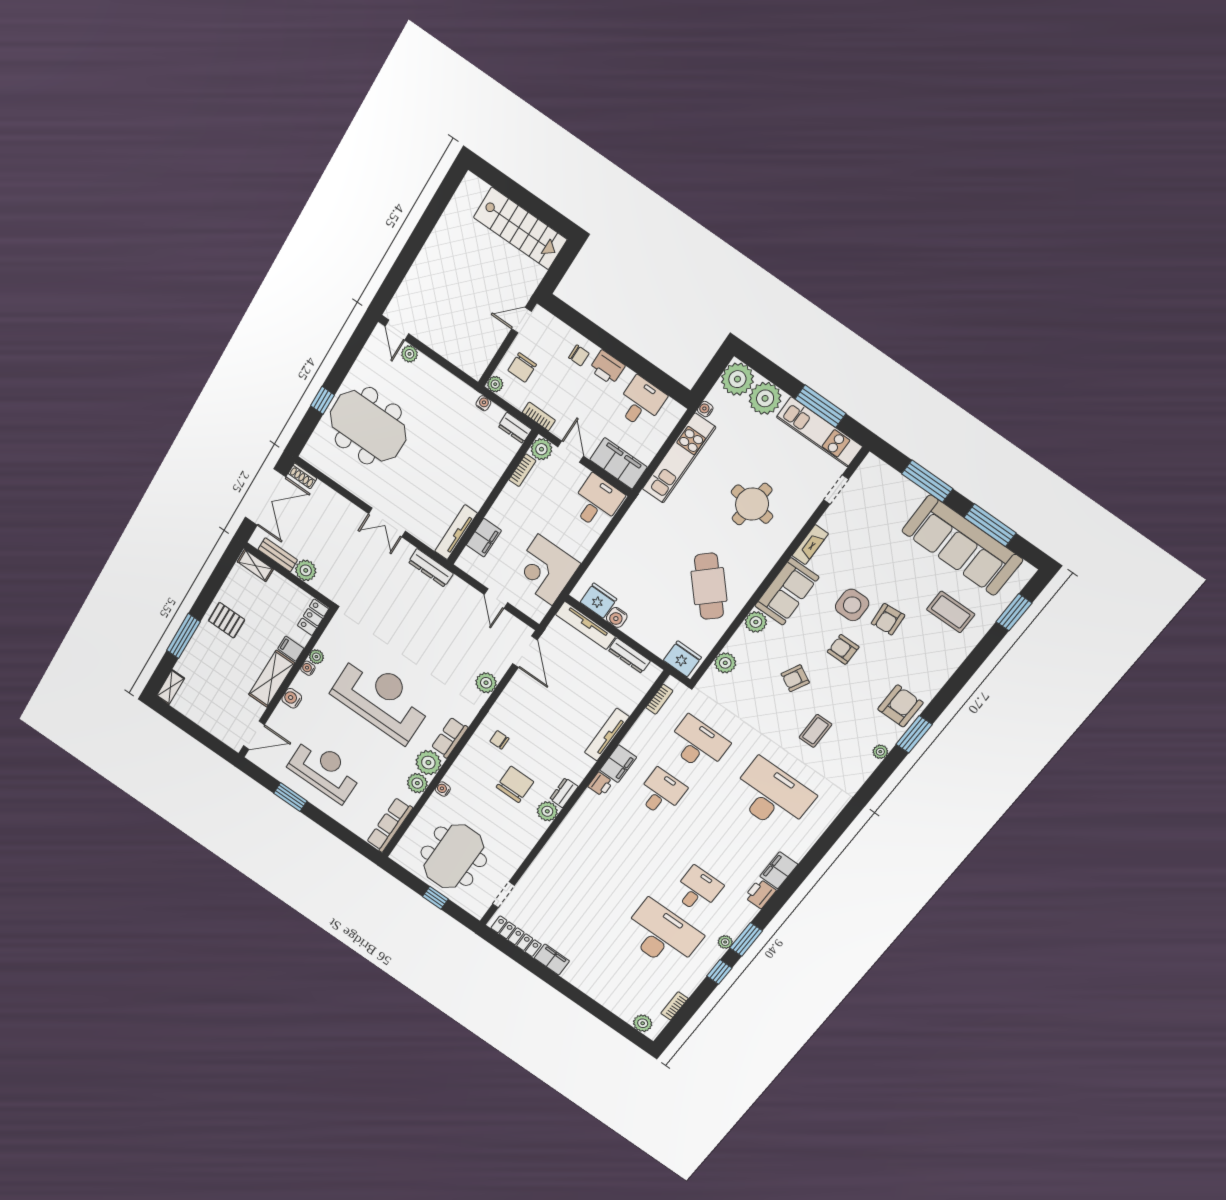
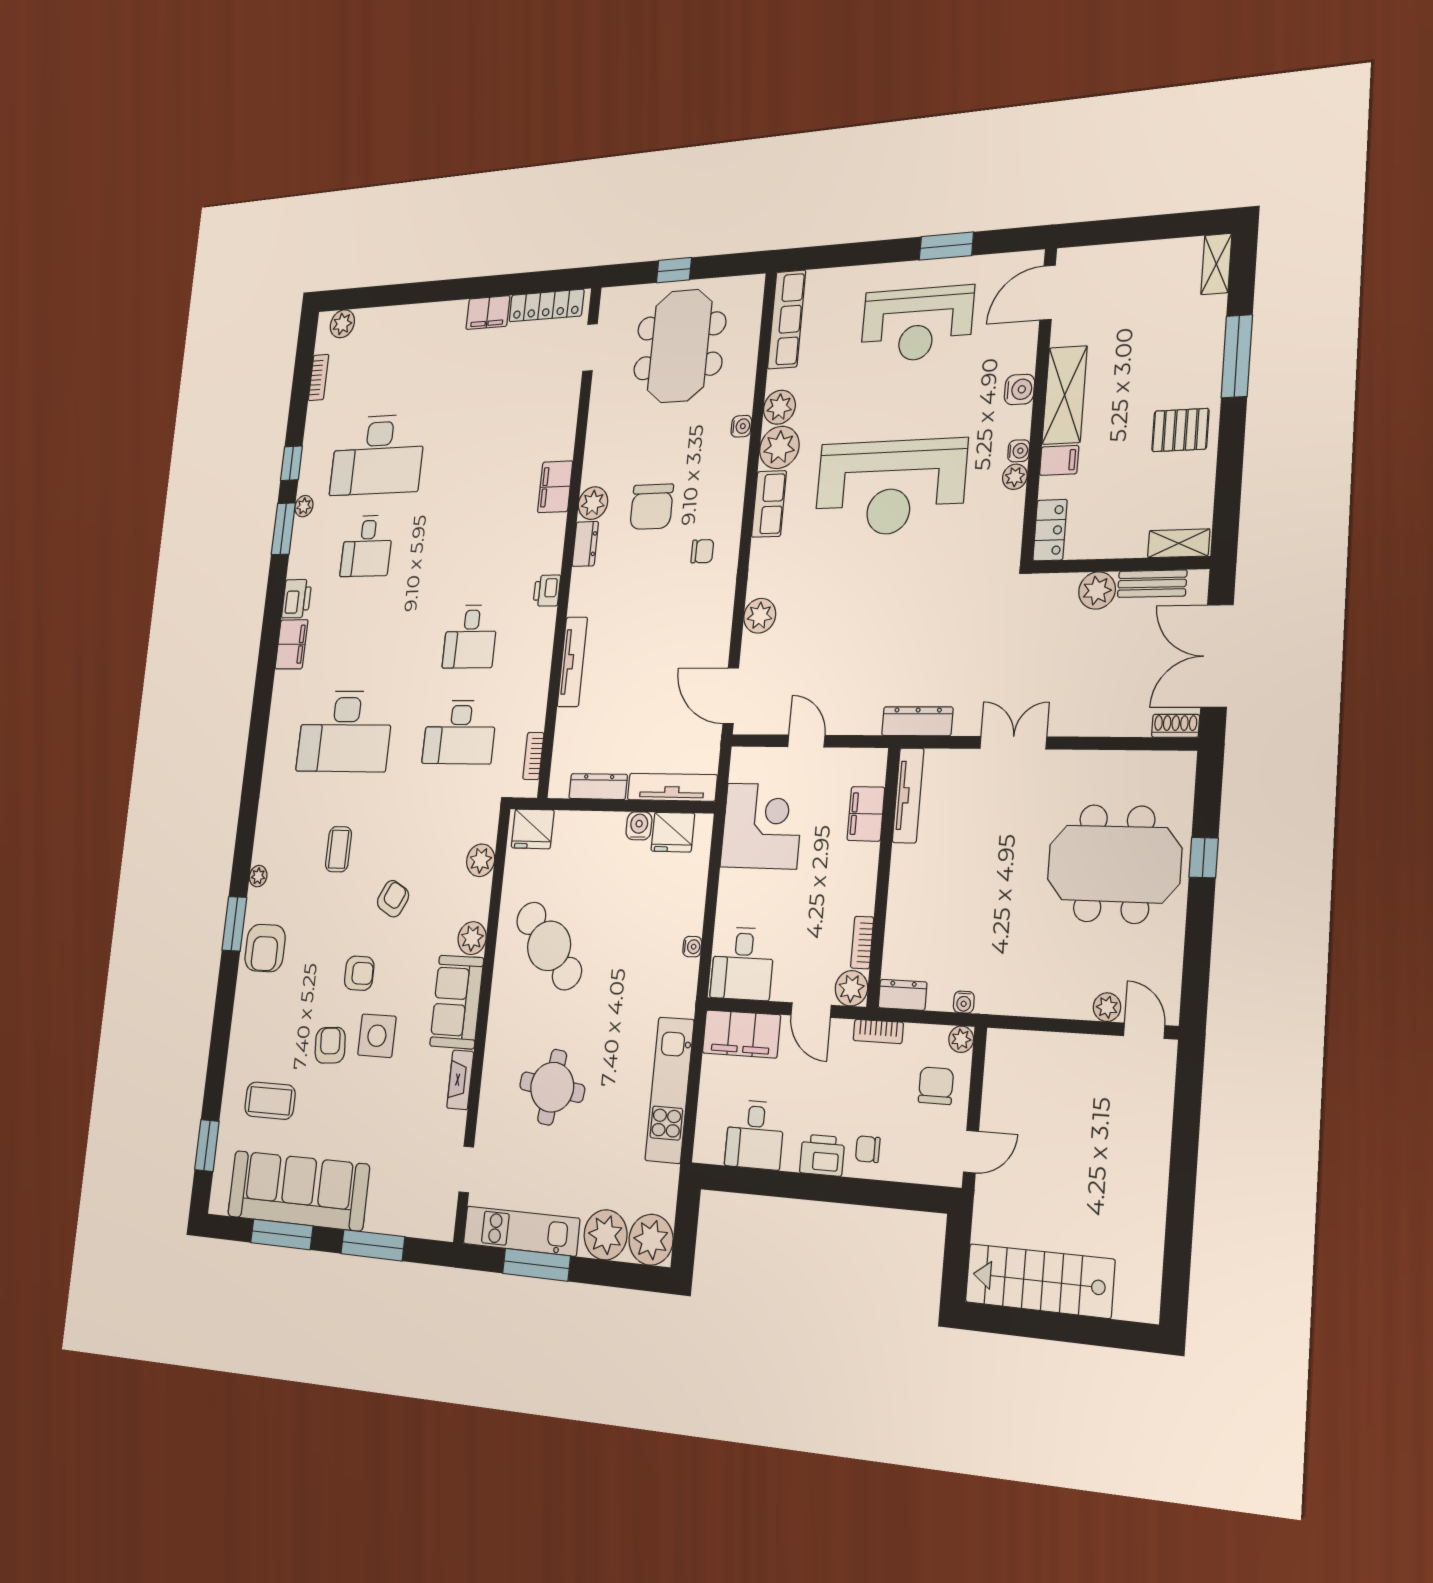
water cooler: (705, 409) -> (692, 947), moved
filing cabinet: (618, 764) -> (555, 487), moved

